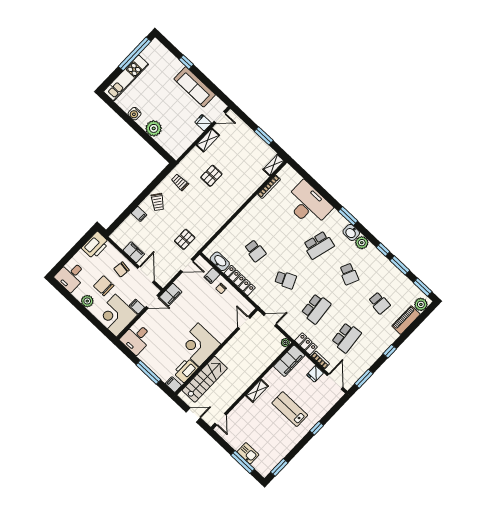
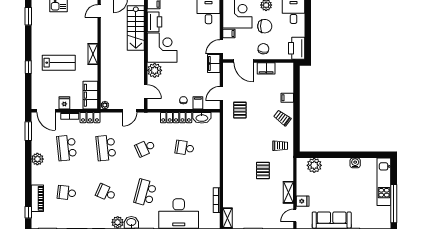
plant: (154, 128) -> (314, 165), moved
plant: (421, 304) -> (37, 159), moved
plant: (221, 333) -> (155, 70), added
window: (390, 351) -> (28, 212), moved
door: (221, 419) -> (99, 11), hinge flipped

